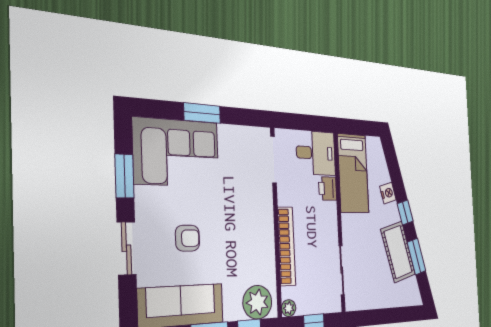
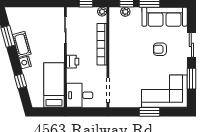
printer: (328, 188) -> (73, 62), moved
nightstand: (388, 193) -> (25, 62), moved
window: (405, 213) -> (20, 81), moved
cot: (398, 252) -> (22, 44), width x0.73, depth x0.75
plant: (257, 302) -> (125, 12), width x0.53, depth x0.53

